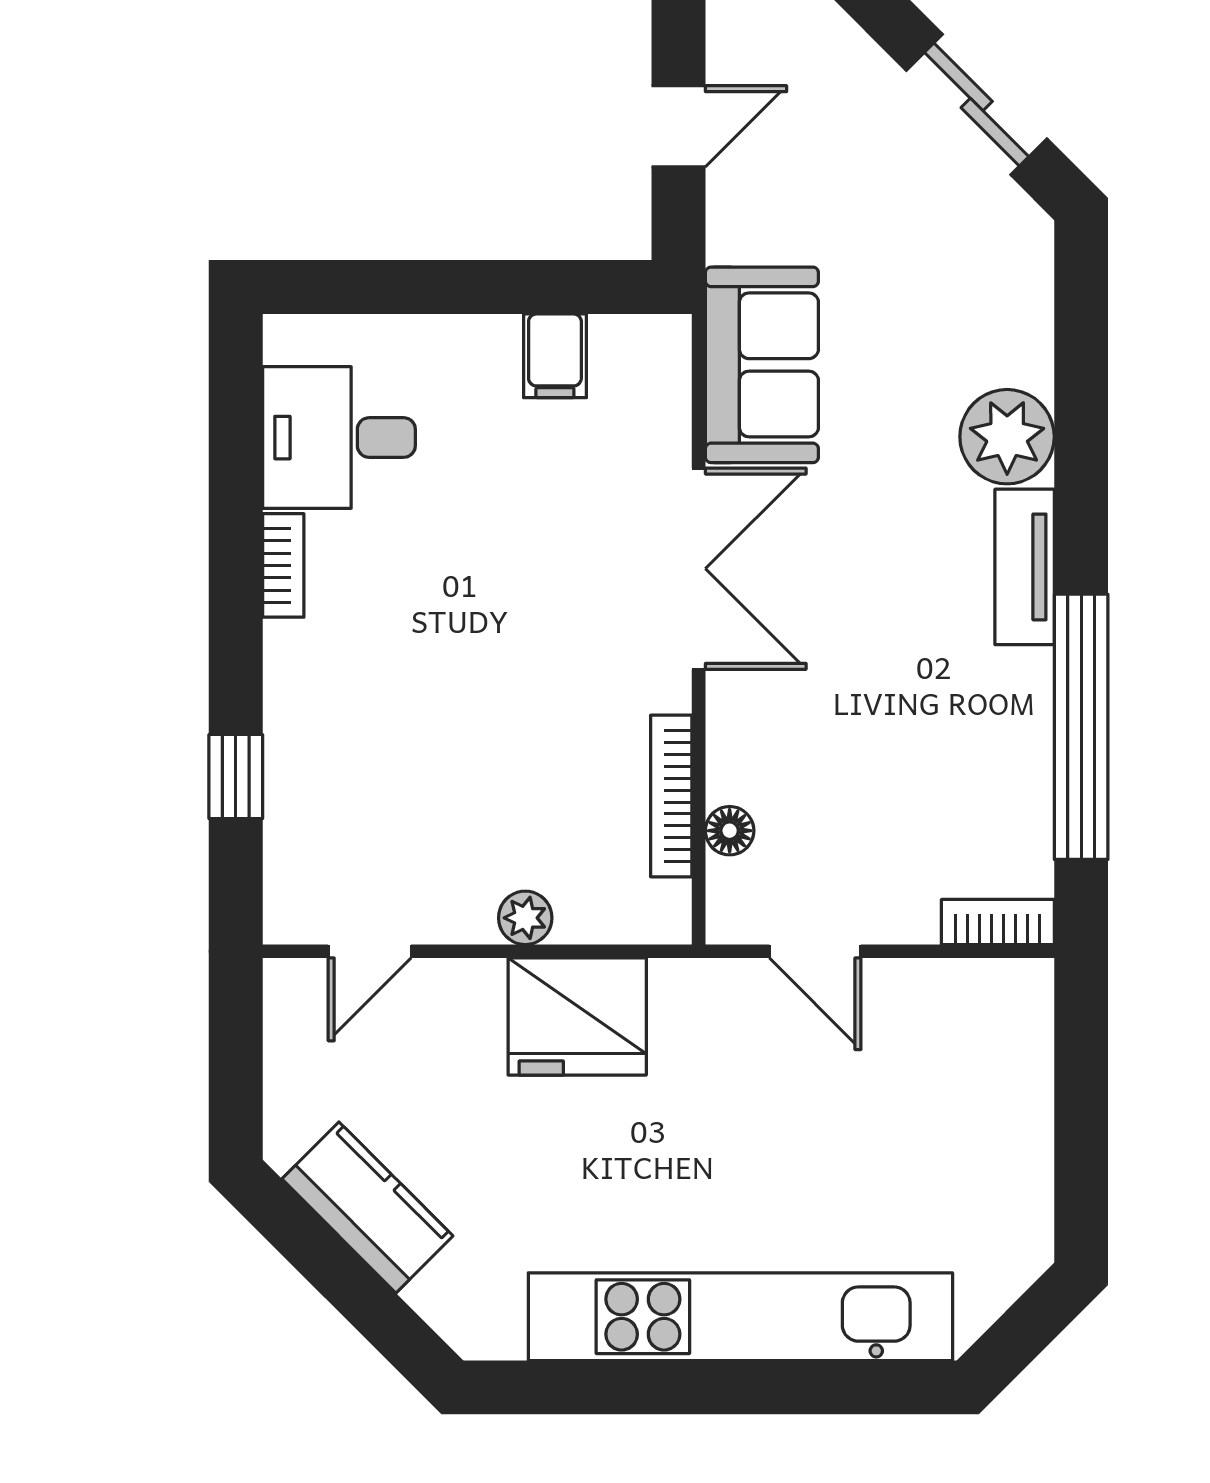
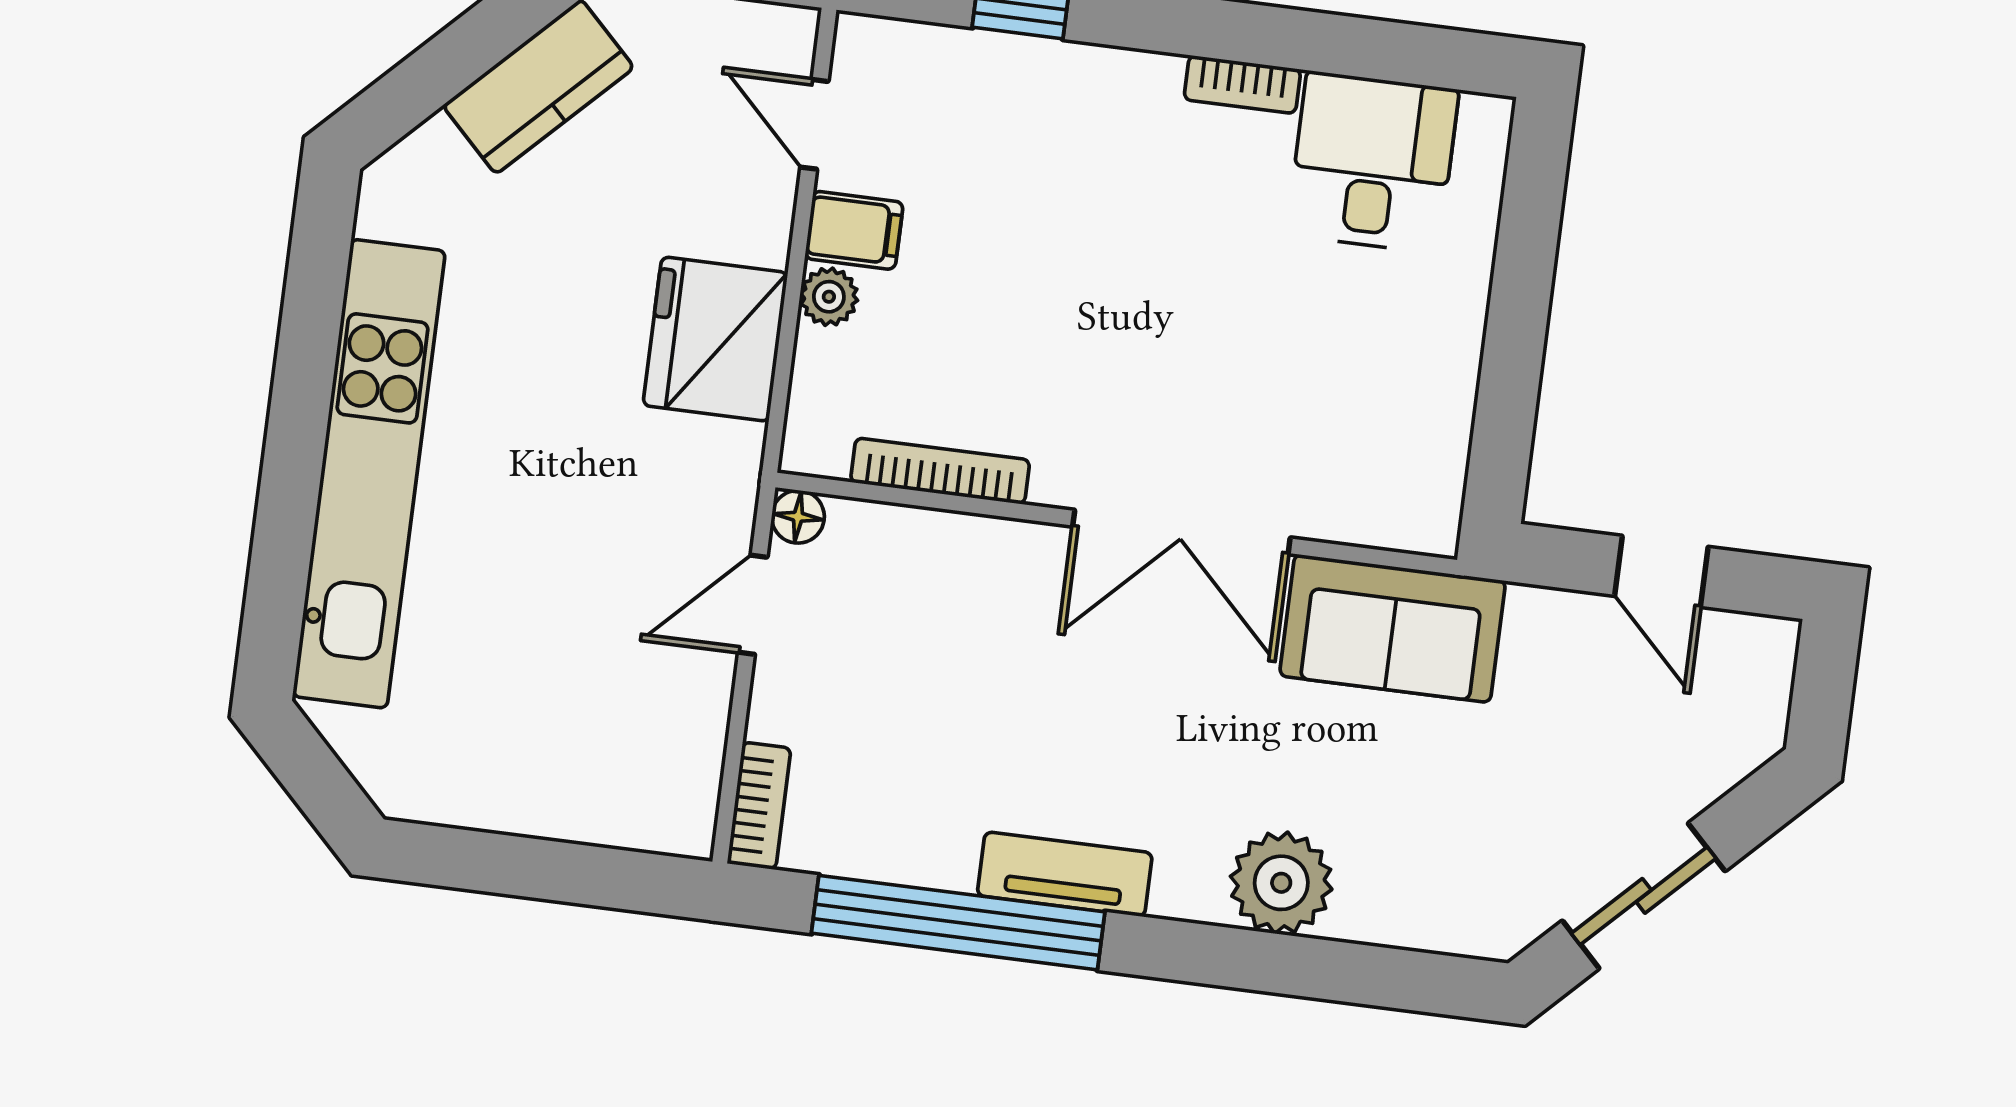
filing cabinet: (555, 356) -> (854, 230), moved, turned 180
tv unit: (1025, 567) -> (1065, 874), moved
floor lamp: (730, 831) -> (798, 517), moved

